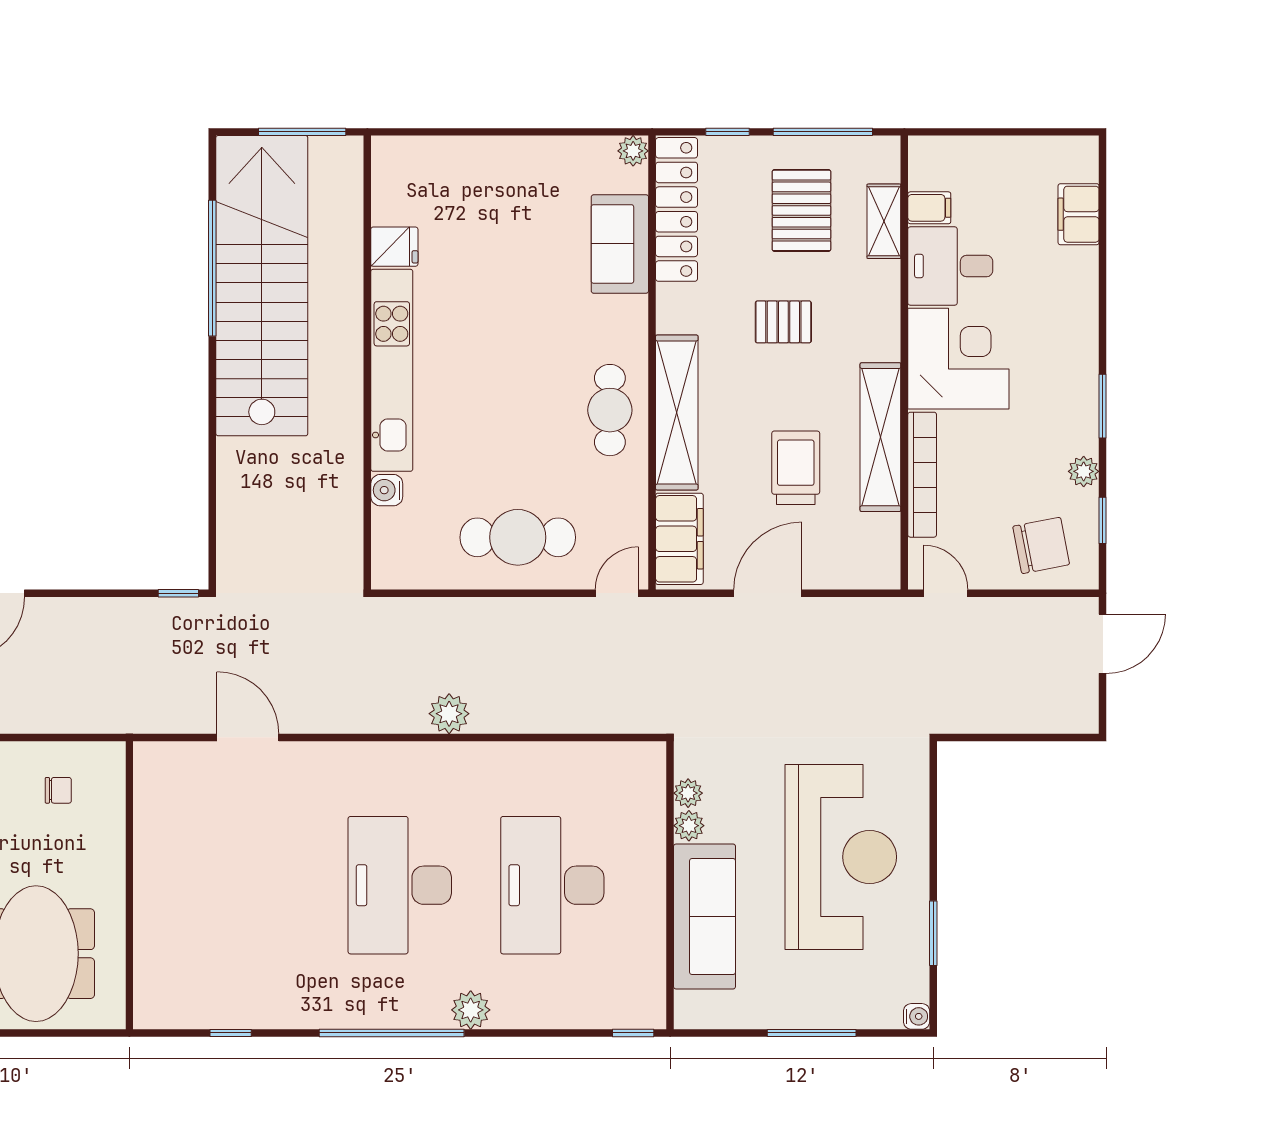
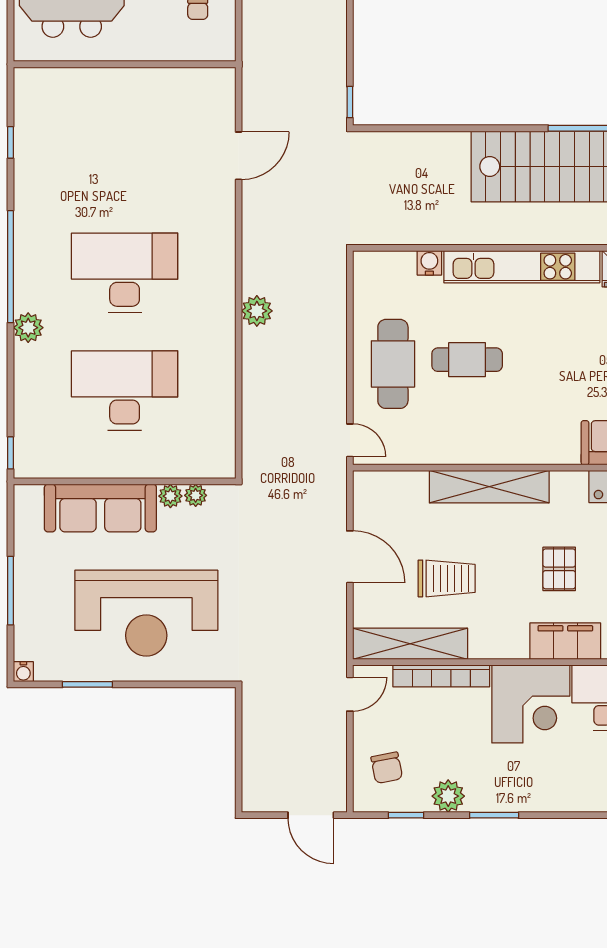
cafe table: (610, 410) -> (467, 360), moved
shelving: (880, 437) -> (410, 644), moved
plant: (1084, 471) -> (448, 796), width x1.38, depth x1.38
filing cabinet: (679, 539) -> (565, 641), moved, turned 180
chair: (1041, 545) -> (387, 768), width x0.73, depth x0.73

